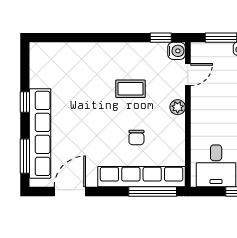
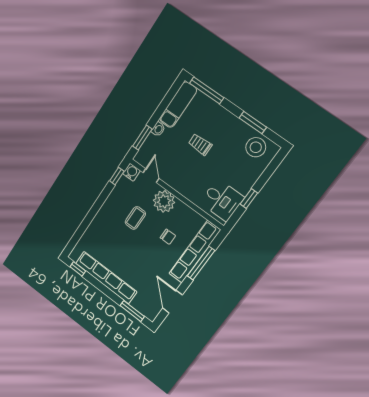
window: (25, 102) -> (78, 269), moved
plant: (178, 107) -> (164, 201), width x1.87, depth x1.87
row of seats: (40, 133) -> (106, 278), moved
window: (153, 192) -> (201, 263), moved

